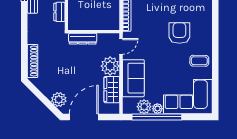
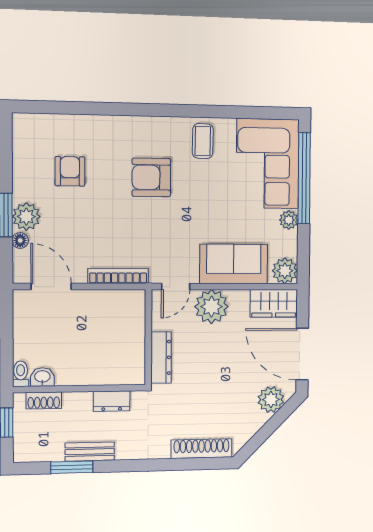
door: (121, 46) -> (176, 287), swing flipped
wardrobe: (112, 90) -> (274, 303), moved
plant: (144, 107) -> (285, 271), moved
window: (157, 117) -> (304, 178), moved

